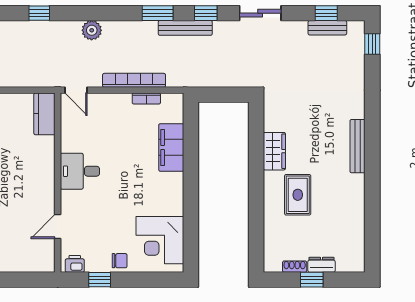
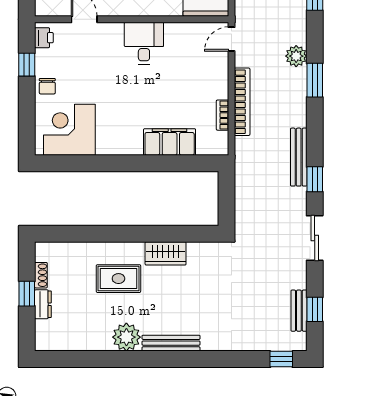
window: (158, 13) -> (315, 80), moved
plant: (352, 187) -> (126, 337), added

